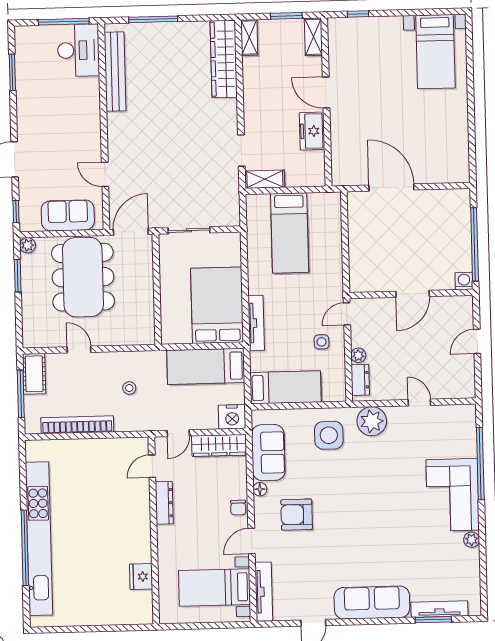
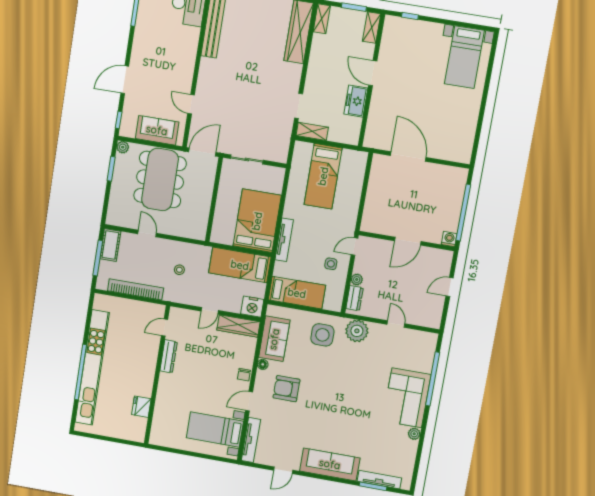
door: (152, 466) -> (165, 328), moved
dresser: (164, 503) -> (169, 356), moved
wall: (154, 530) -> (157, 375), moved
fridge: (141, 577) -> (141, 407), moved

